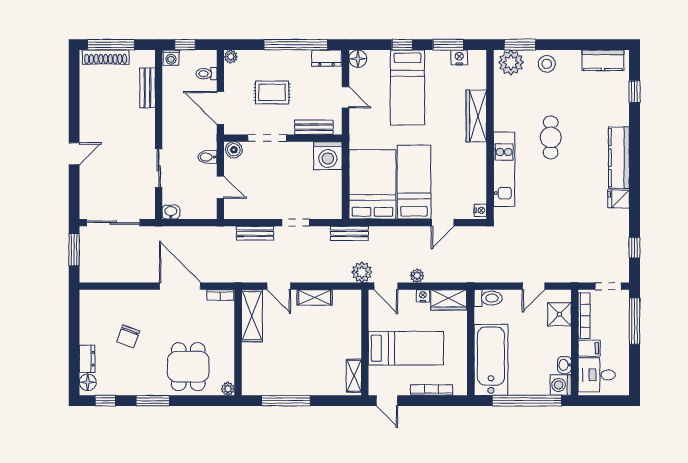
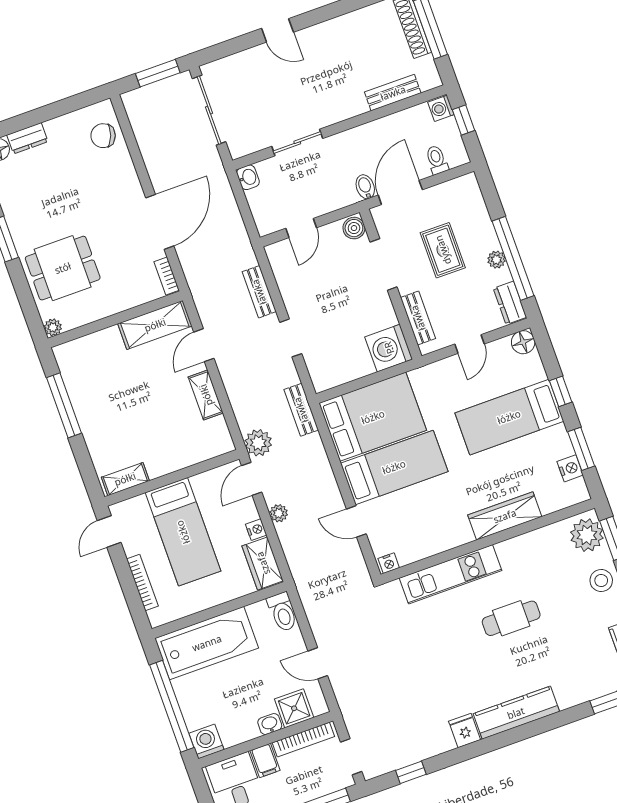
plant: (231, 57) -> (496, 260), moved
bidet: (207, 157) -> (365, 187), moved
chair: (128, 336) -> (103, 136), moved
washbasin: (564, 365) -> (270, 724), moved

